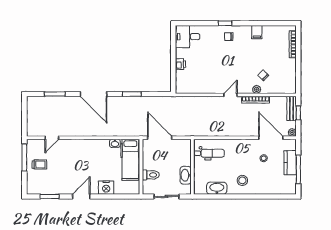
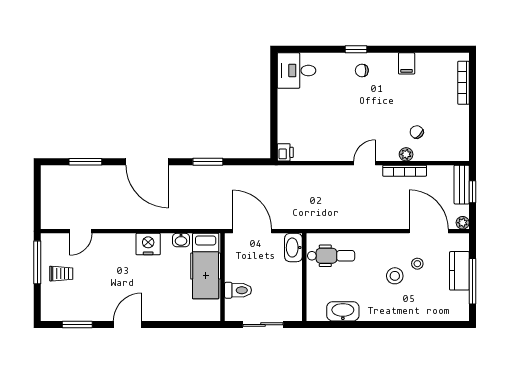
printer: (180, 64) -> (285, 152), moved
washbasin: (186, 175) -> (293, 248), moved
stool: (242, 180) -> (395, 276), moved
nightstand: (106, 188) -> (148, 244), moved, turned 180

